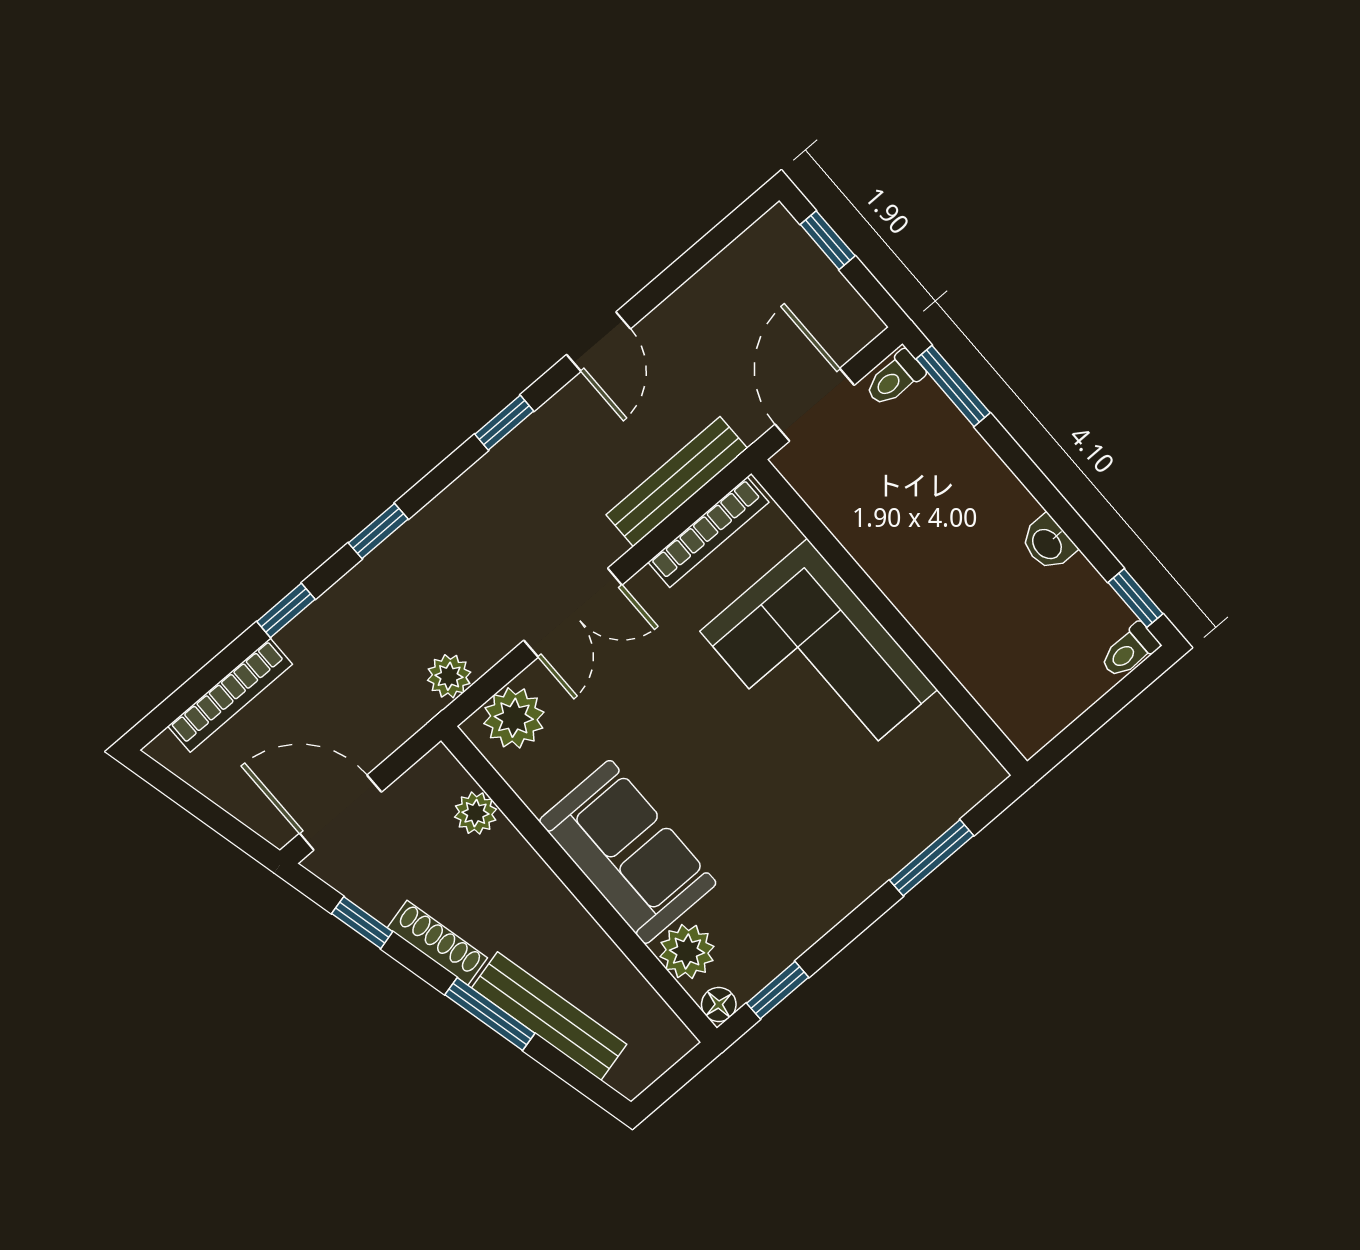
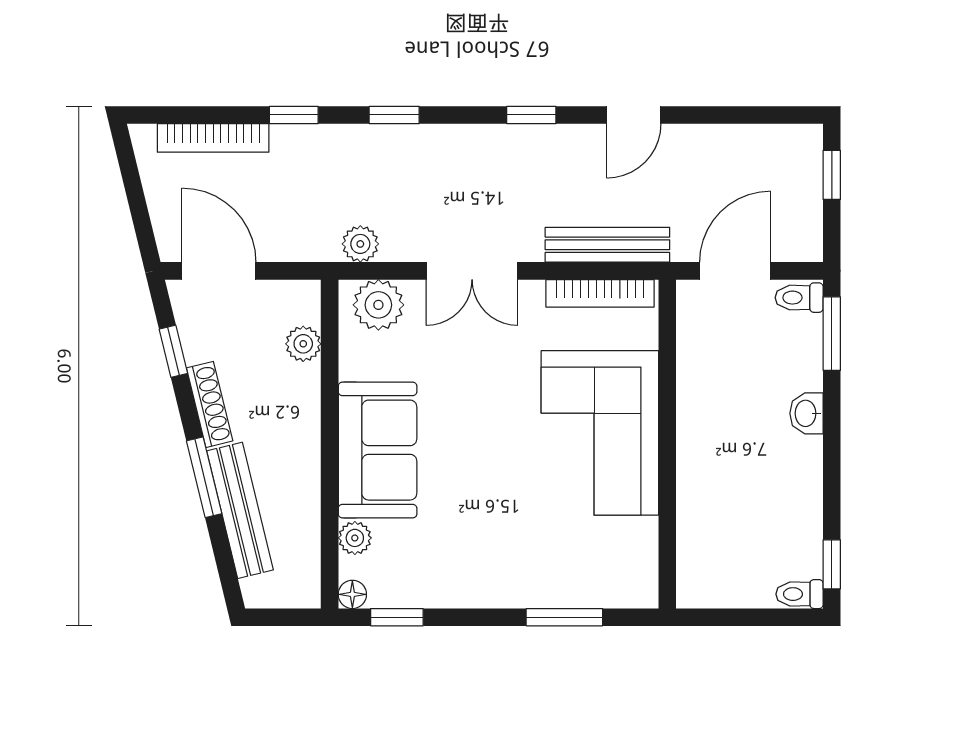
washbasin: (1048, 543) -> (806, 413), moved
plant: (687, 951) -> (355, 538), width x0.73, depth x0.73

